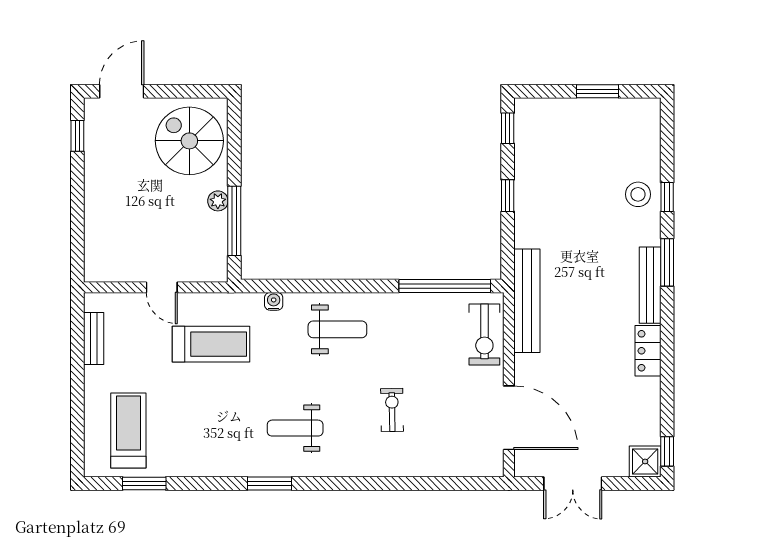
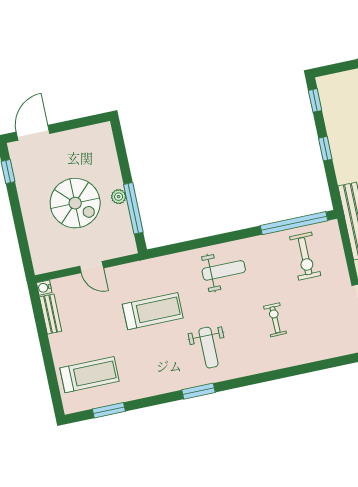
spiral stairs: (189, 141) -> (75, 203), moved, turned 180
water cooler: (274, 301) -> (44, 288), moved, turned -90
exercise bike: (484, 335) -> (305, 256), moved
treadmill: (211, 344) -> (153, 311), moved
weight bench: (295, 428) -> (208, 348), turned -90
treadmill: (128, 430) -> (89, 375), turned 90

